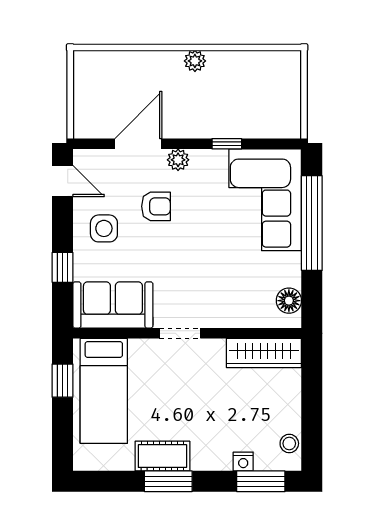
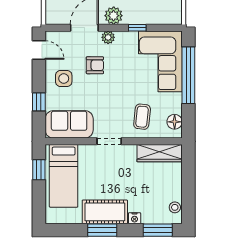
plant: (187, 124) -> (114, 16), added
coffee table: (235, 292) -> (142, 117), added
cot: (162, 456) -> (105, 212), width x1.37, depth x1.34
nightstand: (243, 462) -> (135, 218), moved

